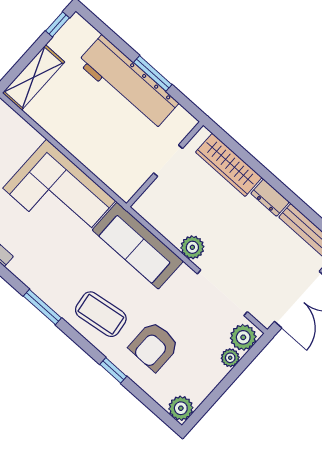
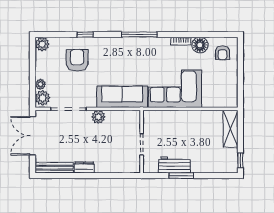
workbench: (128, 83) -> (174, 165), width x0.53, depth x0.76
wardrobe: (229, 165) -> (114, 166), removed
window: (42, 307) -> (139, 35), width x1.44
coffee table: (101, 314) -> (112, 54), removed

